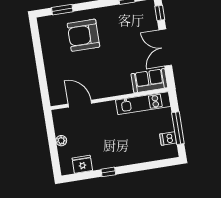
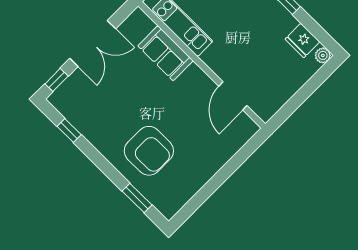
sofa: (149, 81) -> (166, 53), moved
plant: (61, 141) -> (323, 55), moved

